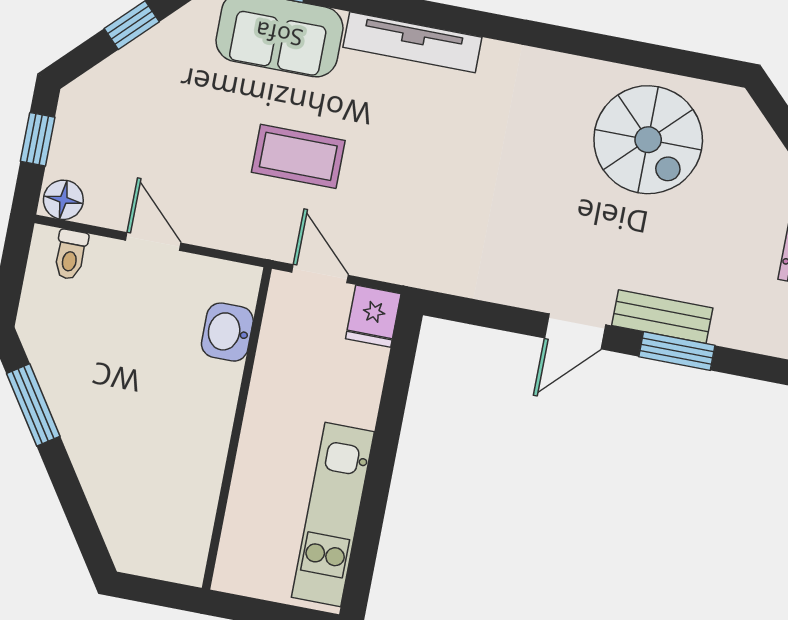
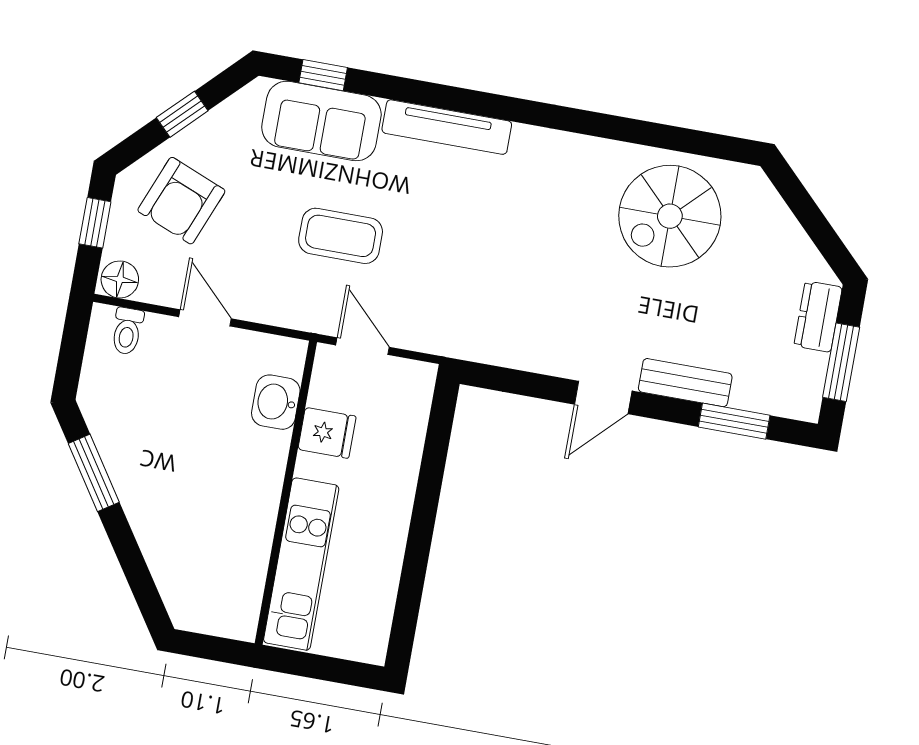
armchair: (130, 117) -> (181, 201), added
spiral stairs: (648, 140) -> (670, 216), turned 90
fridge: (373, 316) -> (327, 433), moved, turned -90
window: (677, 351) -> (734, 421), moved
kitchen unit: (333, 515) -> (301, 564), moved, turned 180

